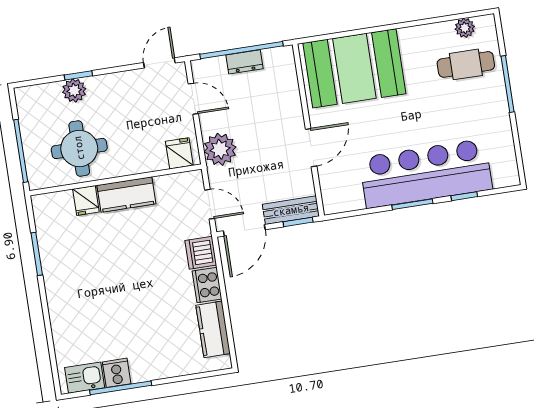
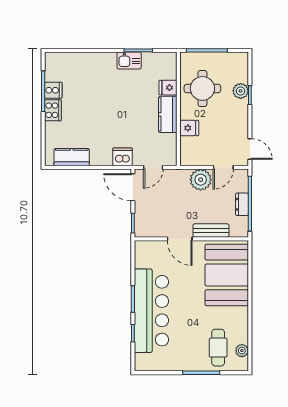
plant: (220, 149) -> (201, 180), moved
fridge: (179, 153) -> (189, 128), moved
bench: (291, 210) -> (211, 231), moved, turned 90
cooker: (207, 285) -> (53, 110), moved, turned 90
kitchen sink: (85, 378) -> (129, 60), moved, turned 90

